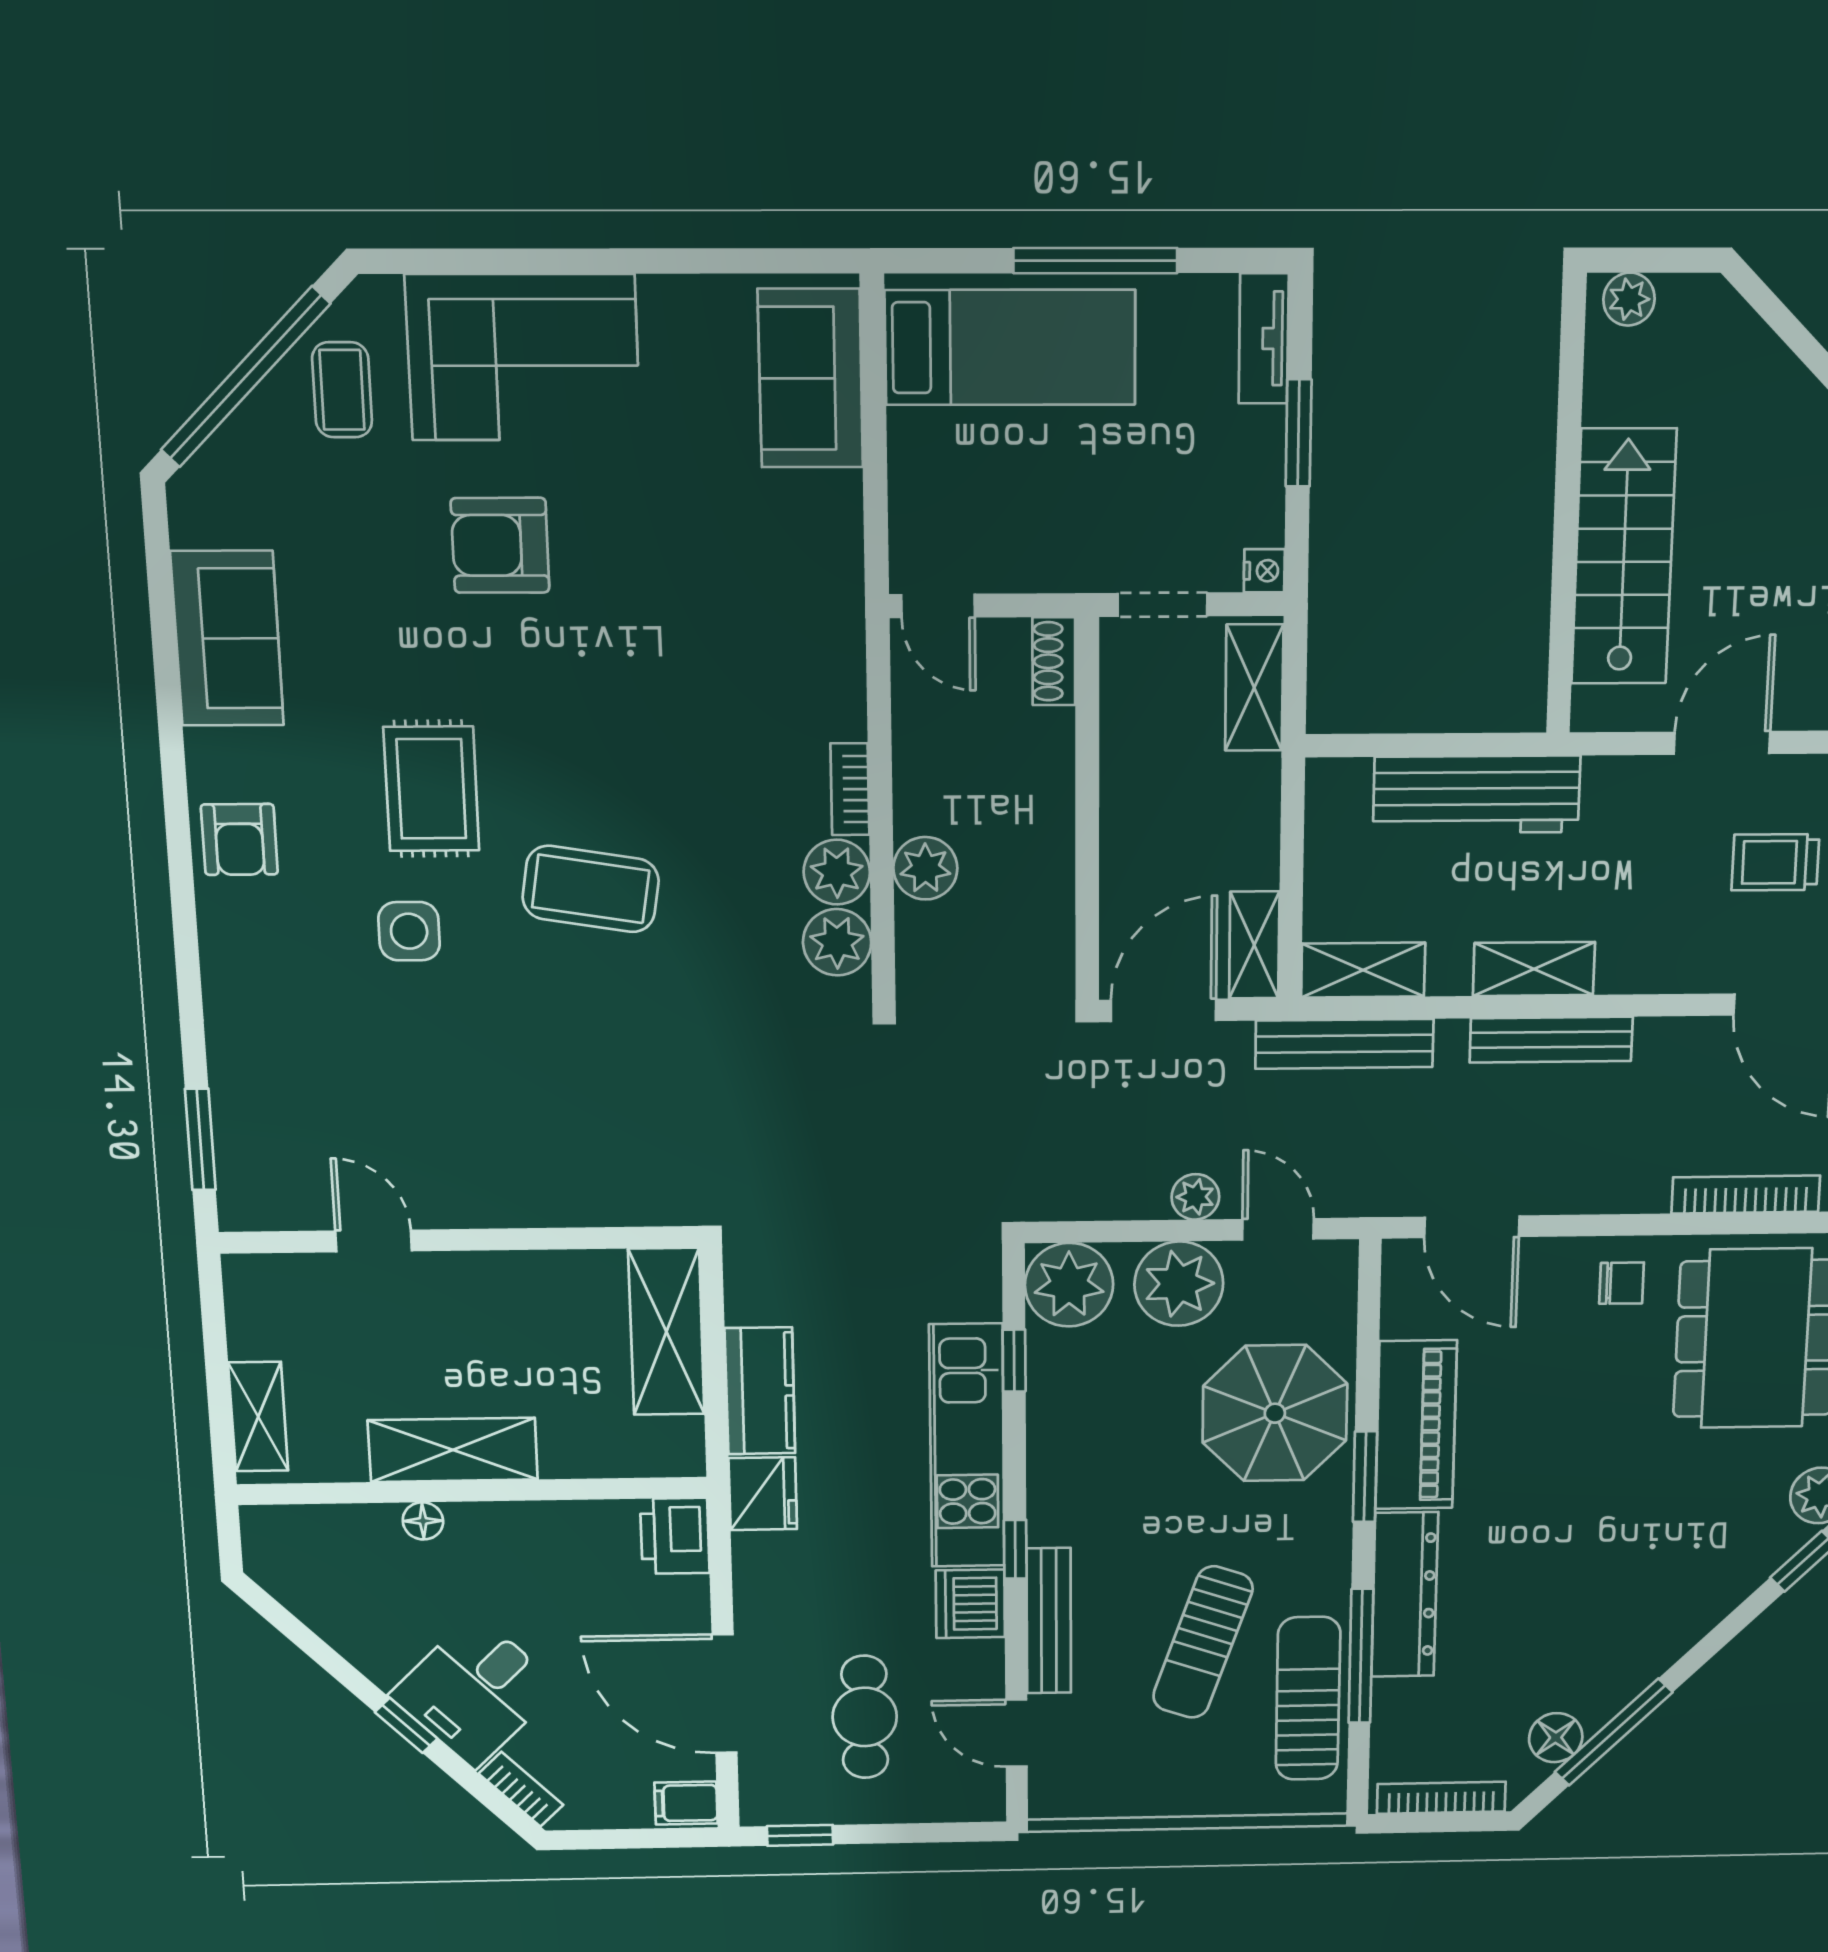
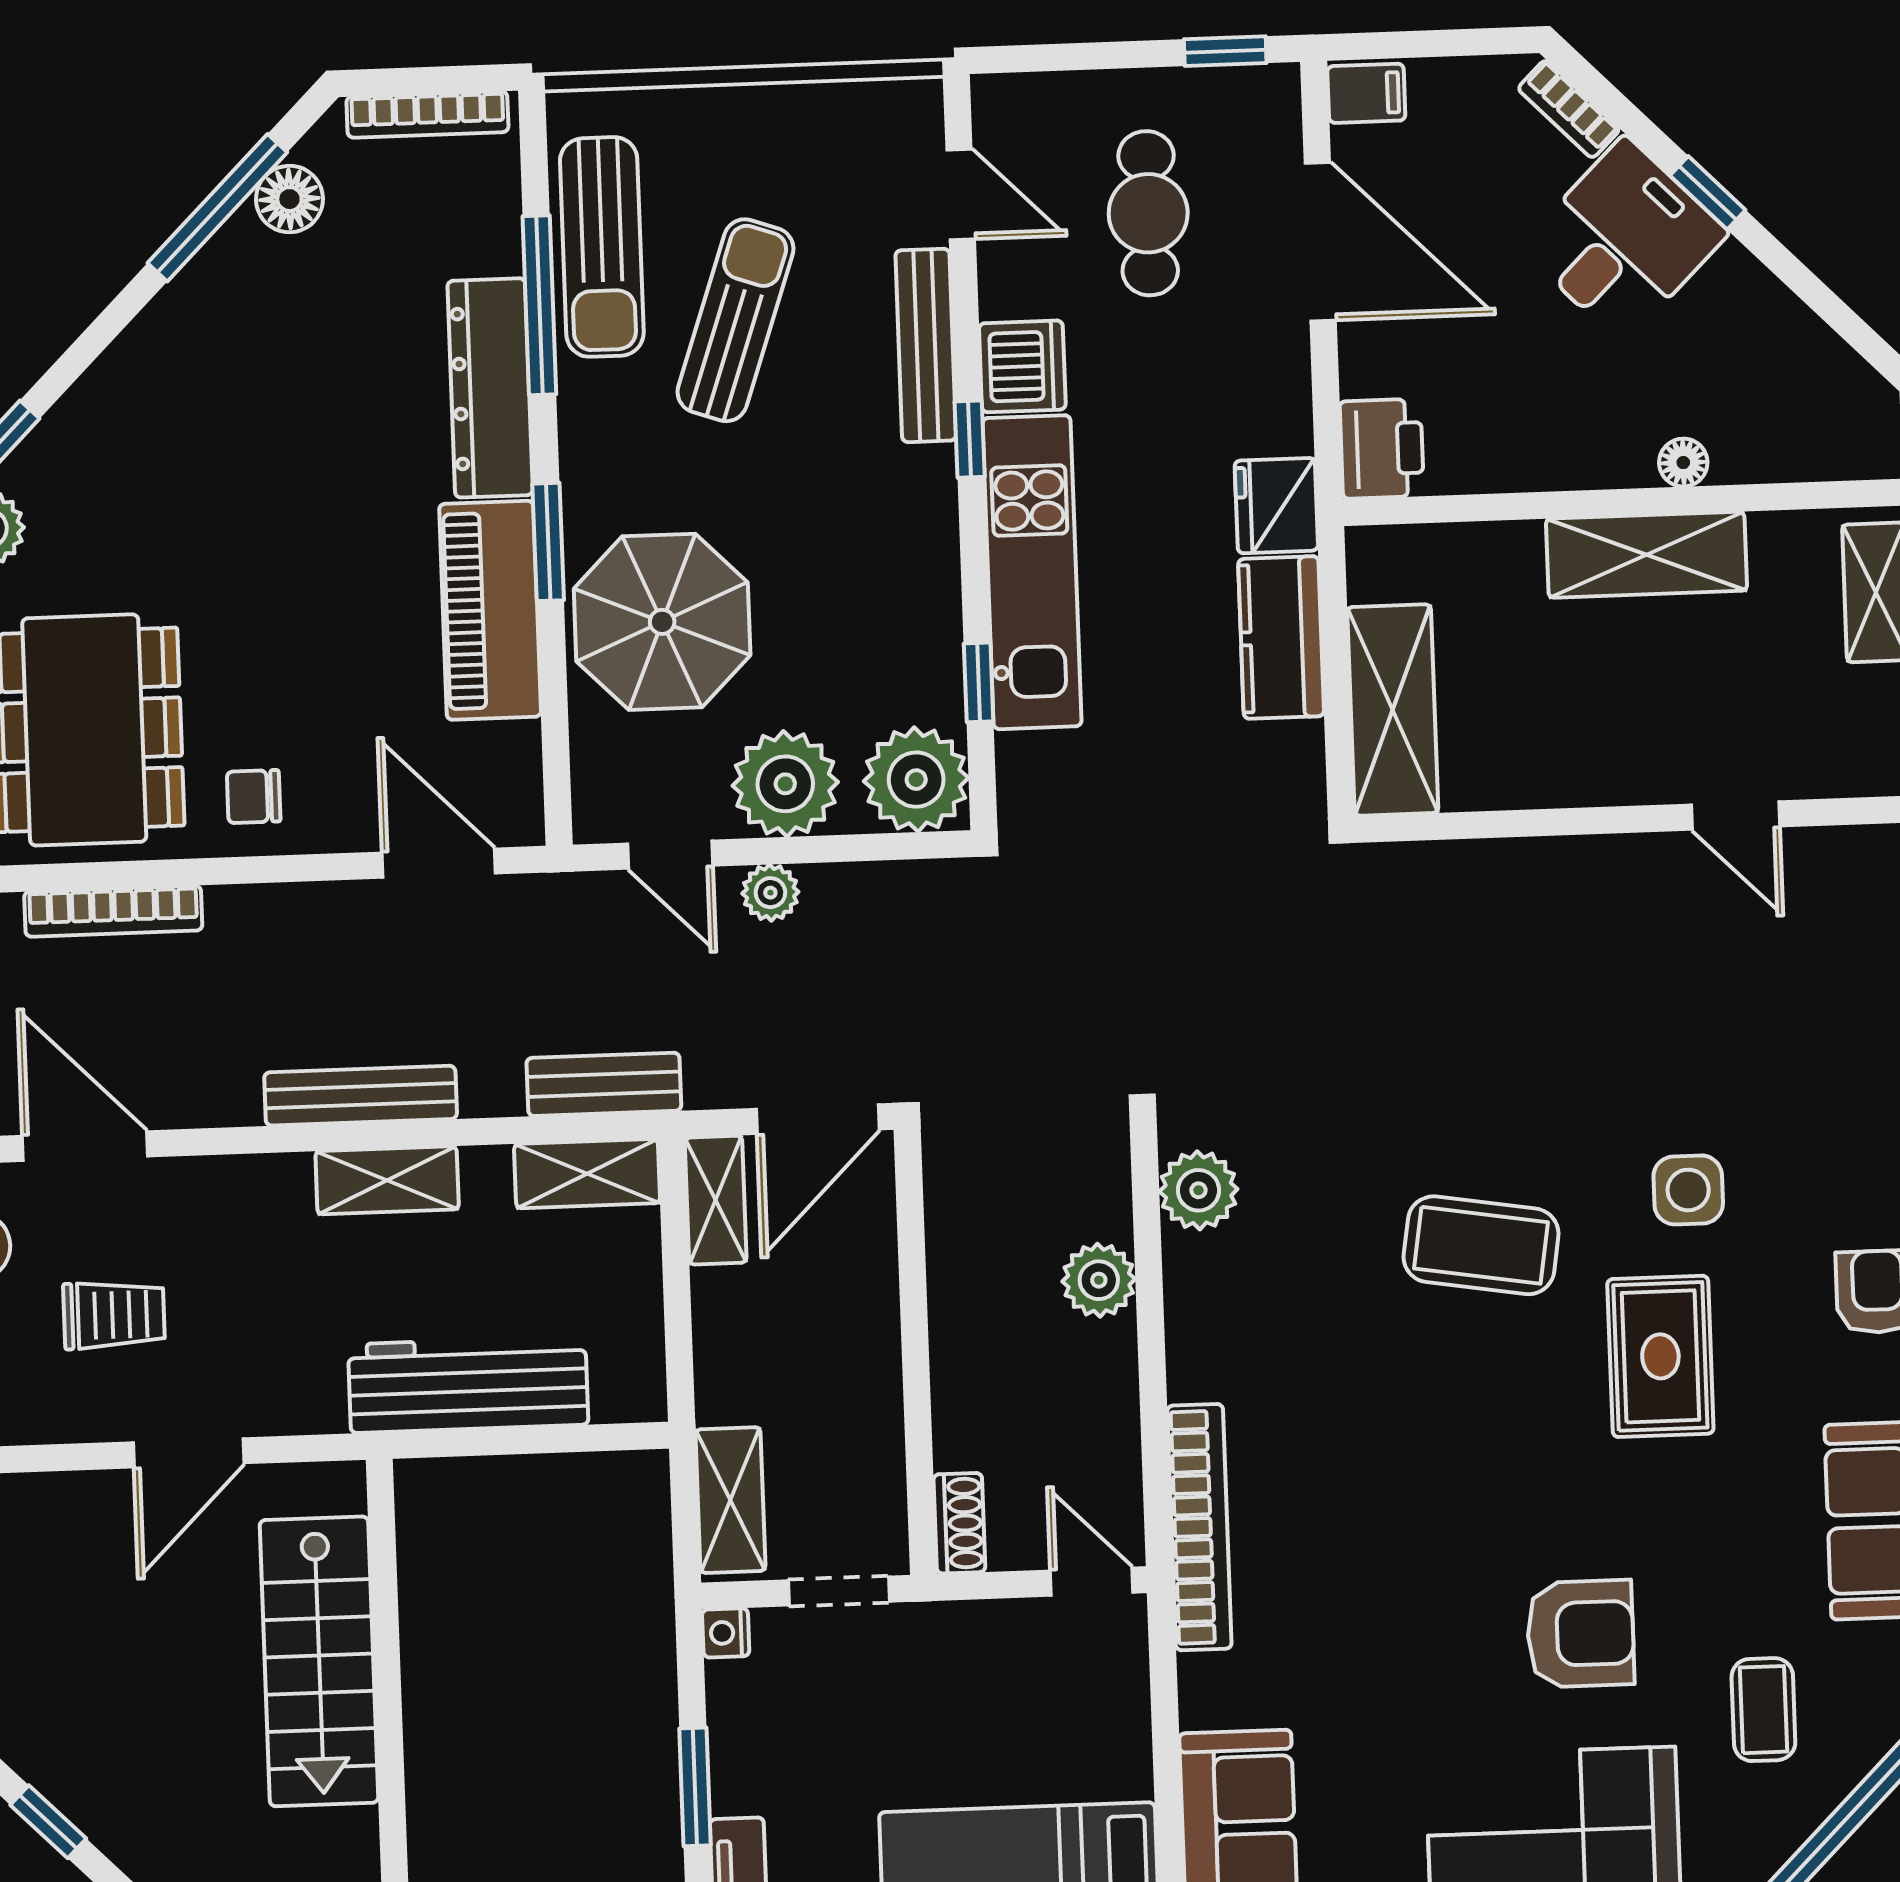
coffee table: (342, 390) -> (1763, 1710), moved
bookcase: (850, 789) -> (1199, 1527), moved, width x2.31, depth x1.31
plant: (837, 872) -> (1200, 1273), removed
bench: (1344, 1044) -> (604, 1084), width x0.73

